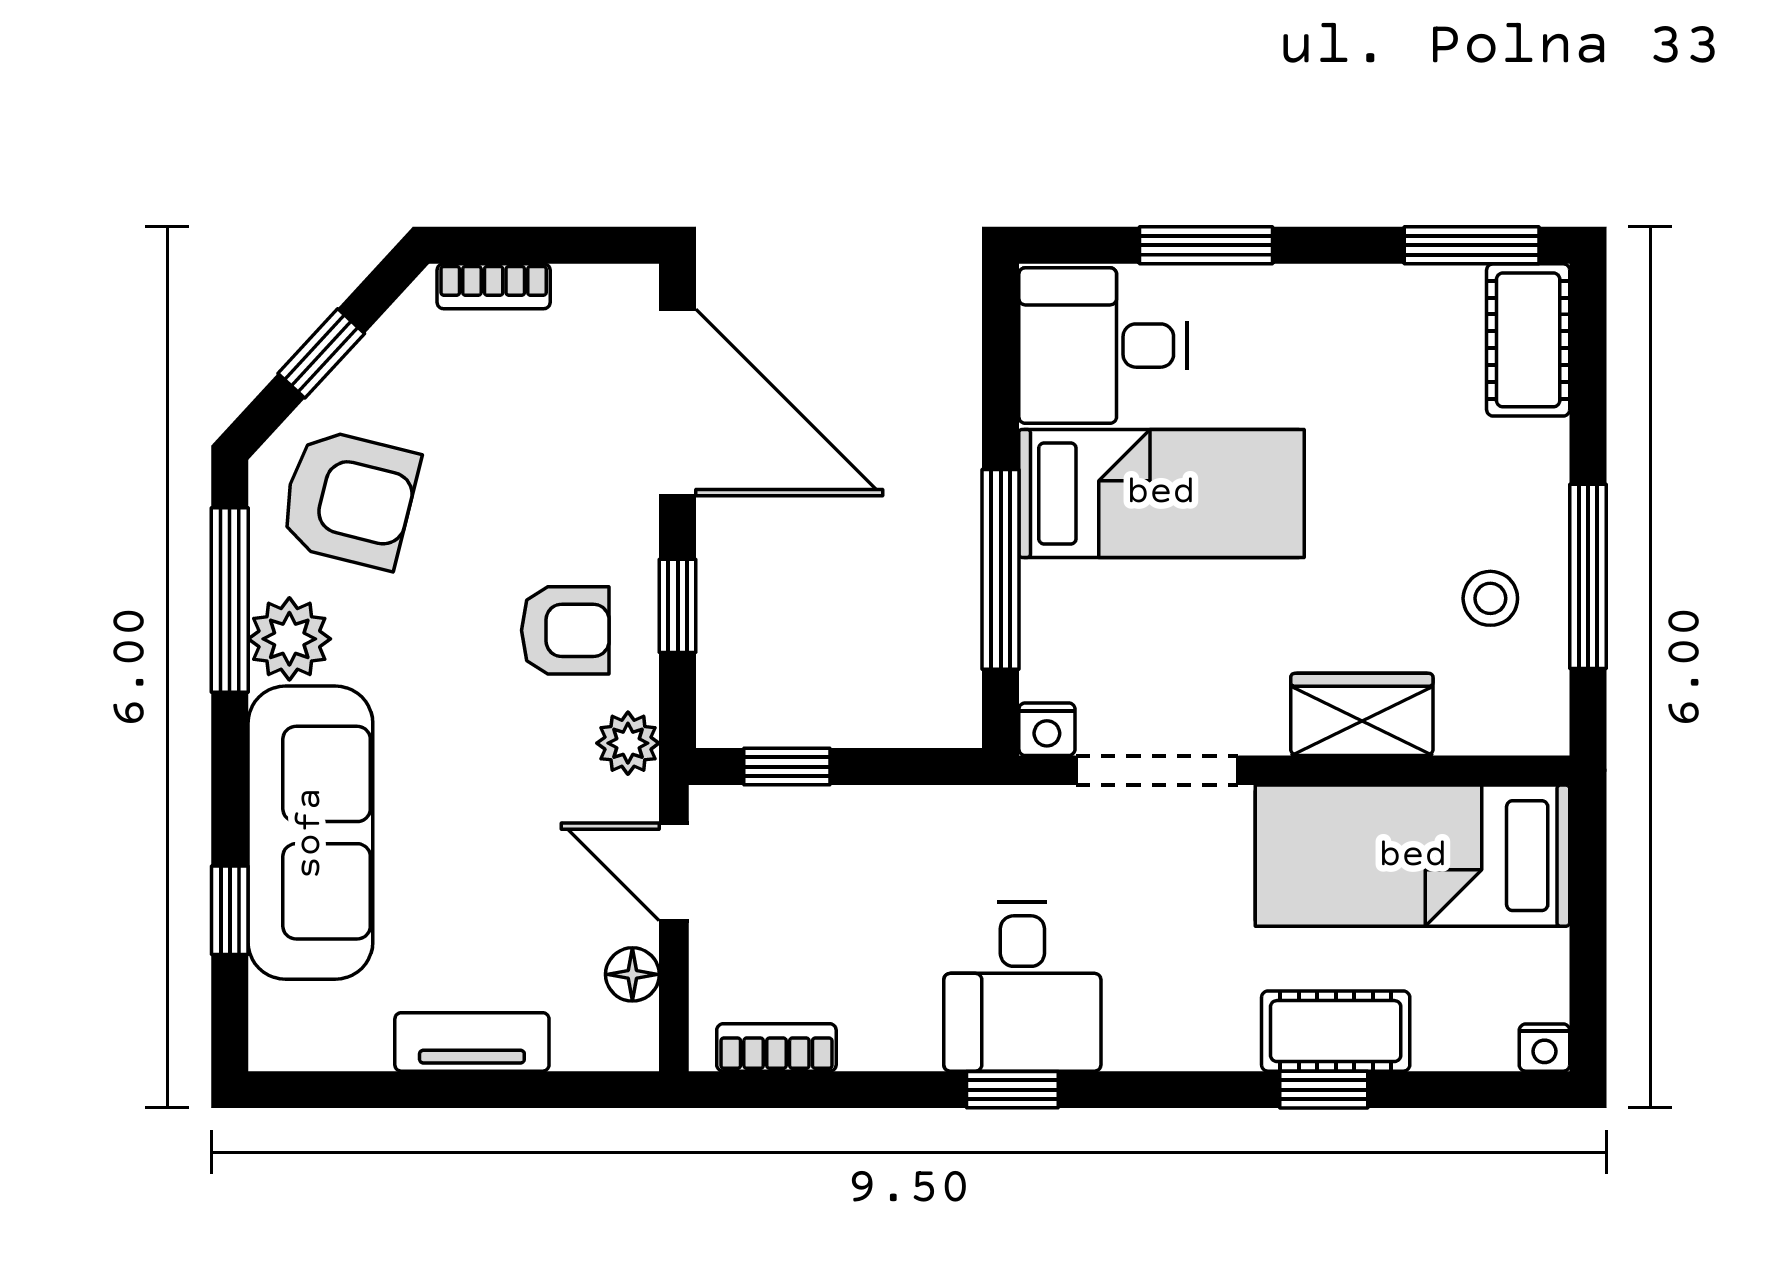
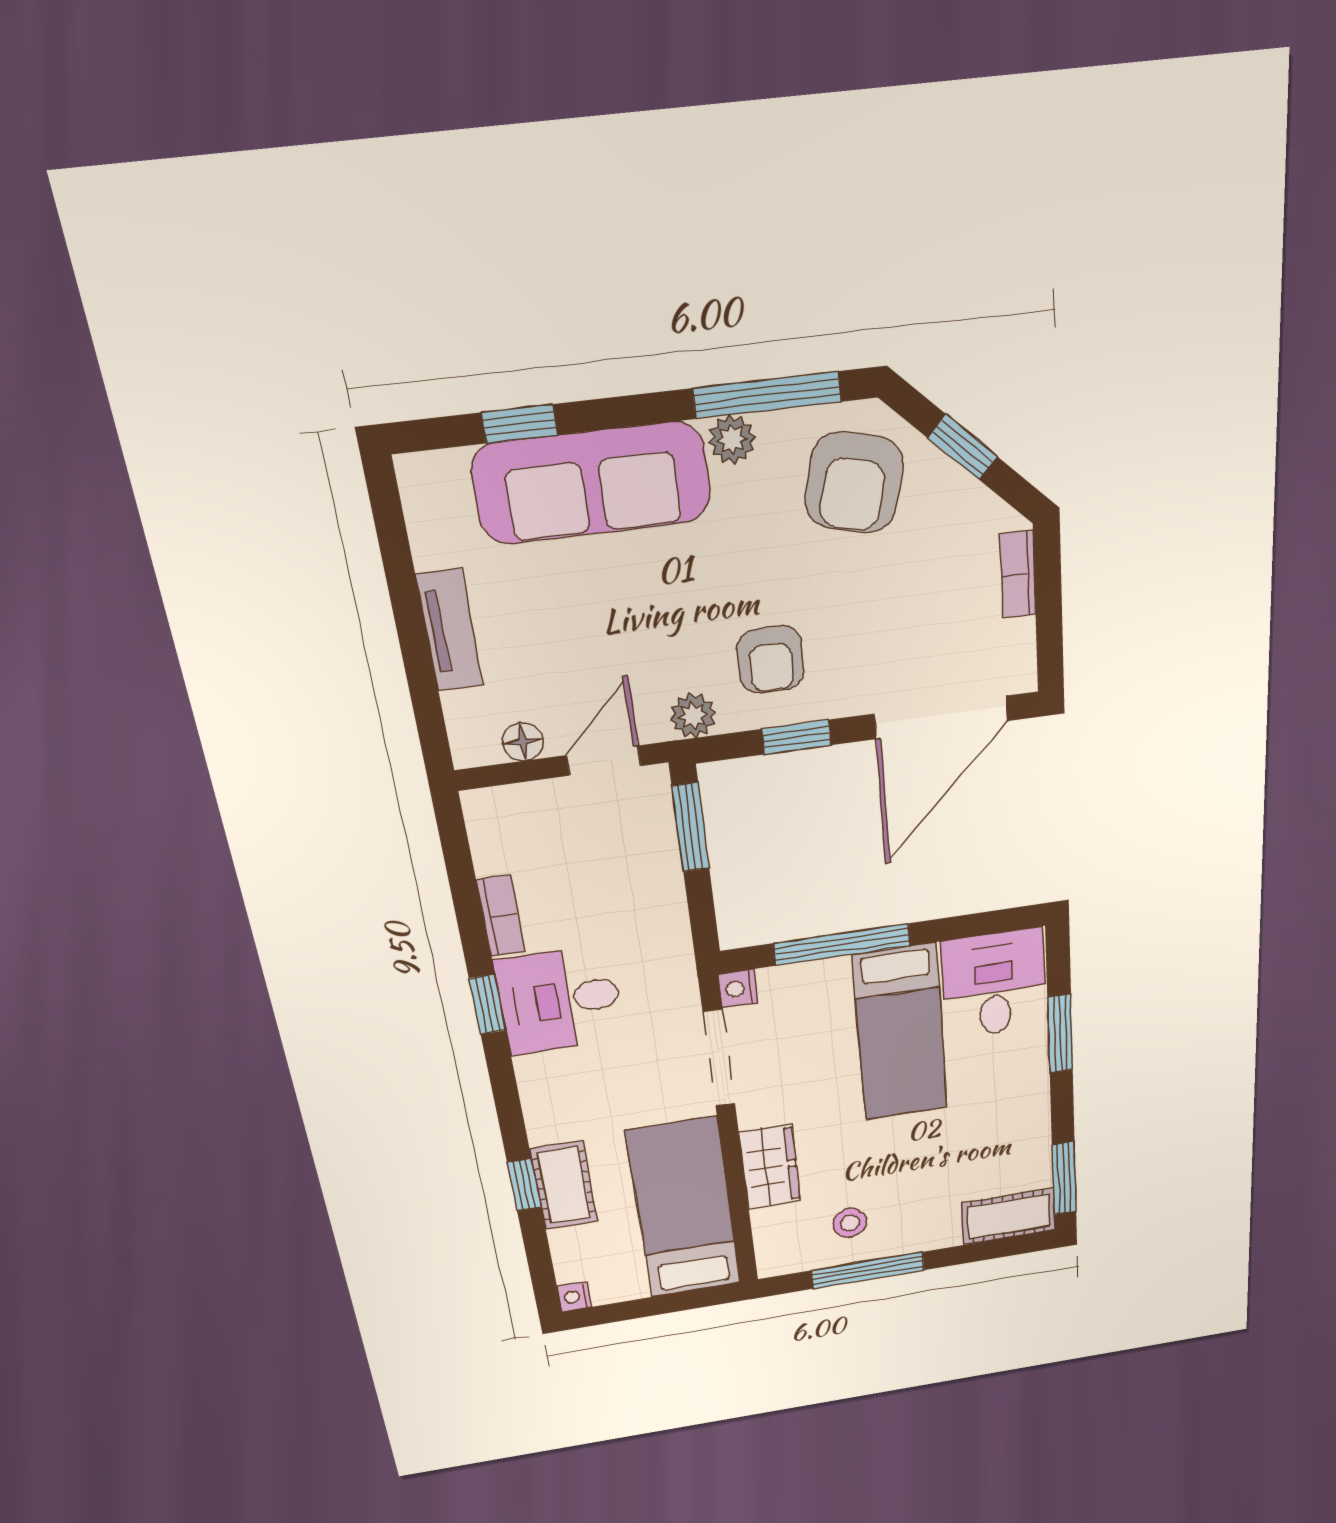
plant: (289, 639) -> (732, 440), width x0.73, depth x0.73
window: (787, 767) -> (691, 827), width x1.50
bookcase: (776, 1047) -> (501, 916), moved

